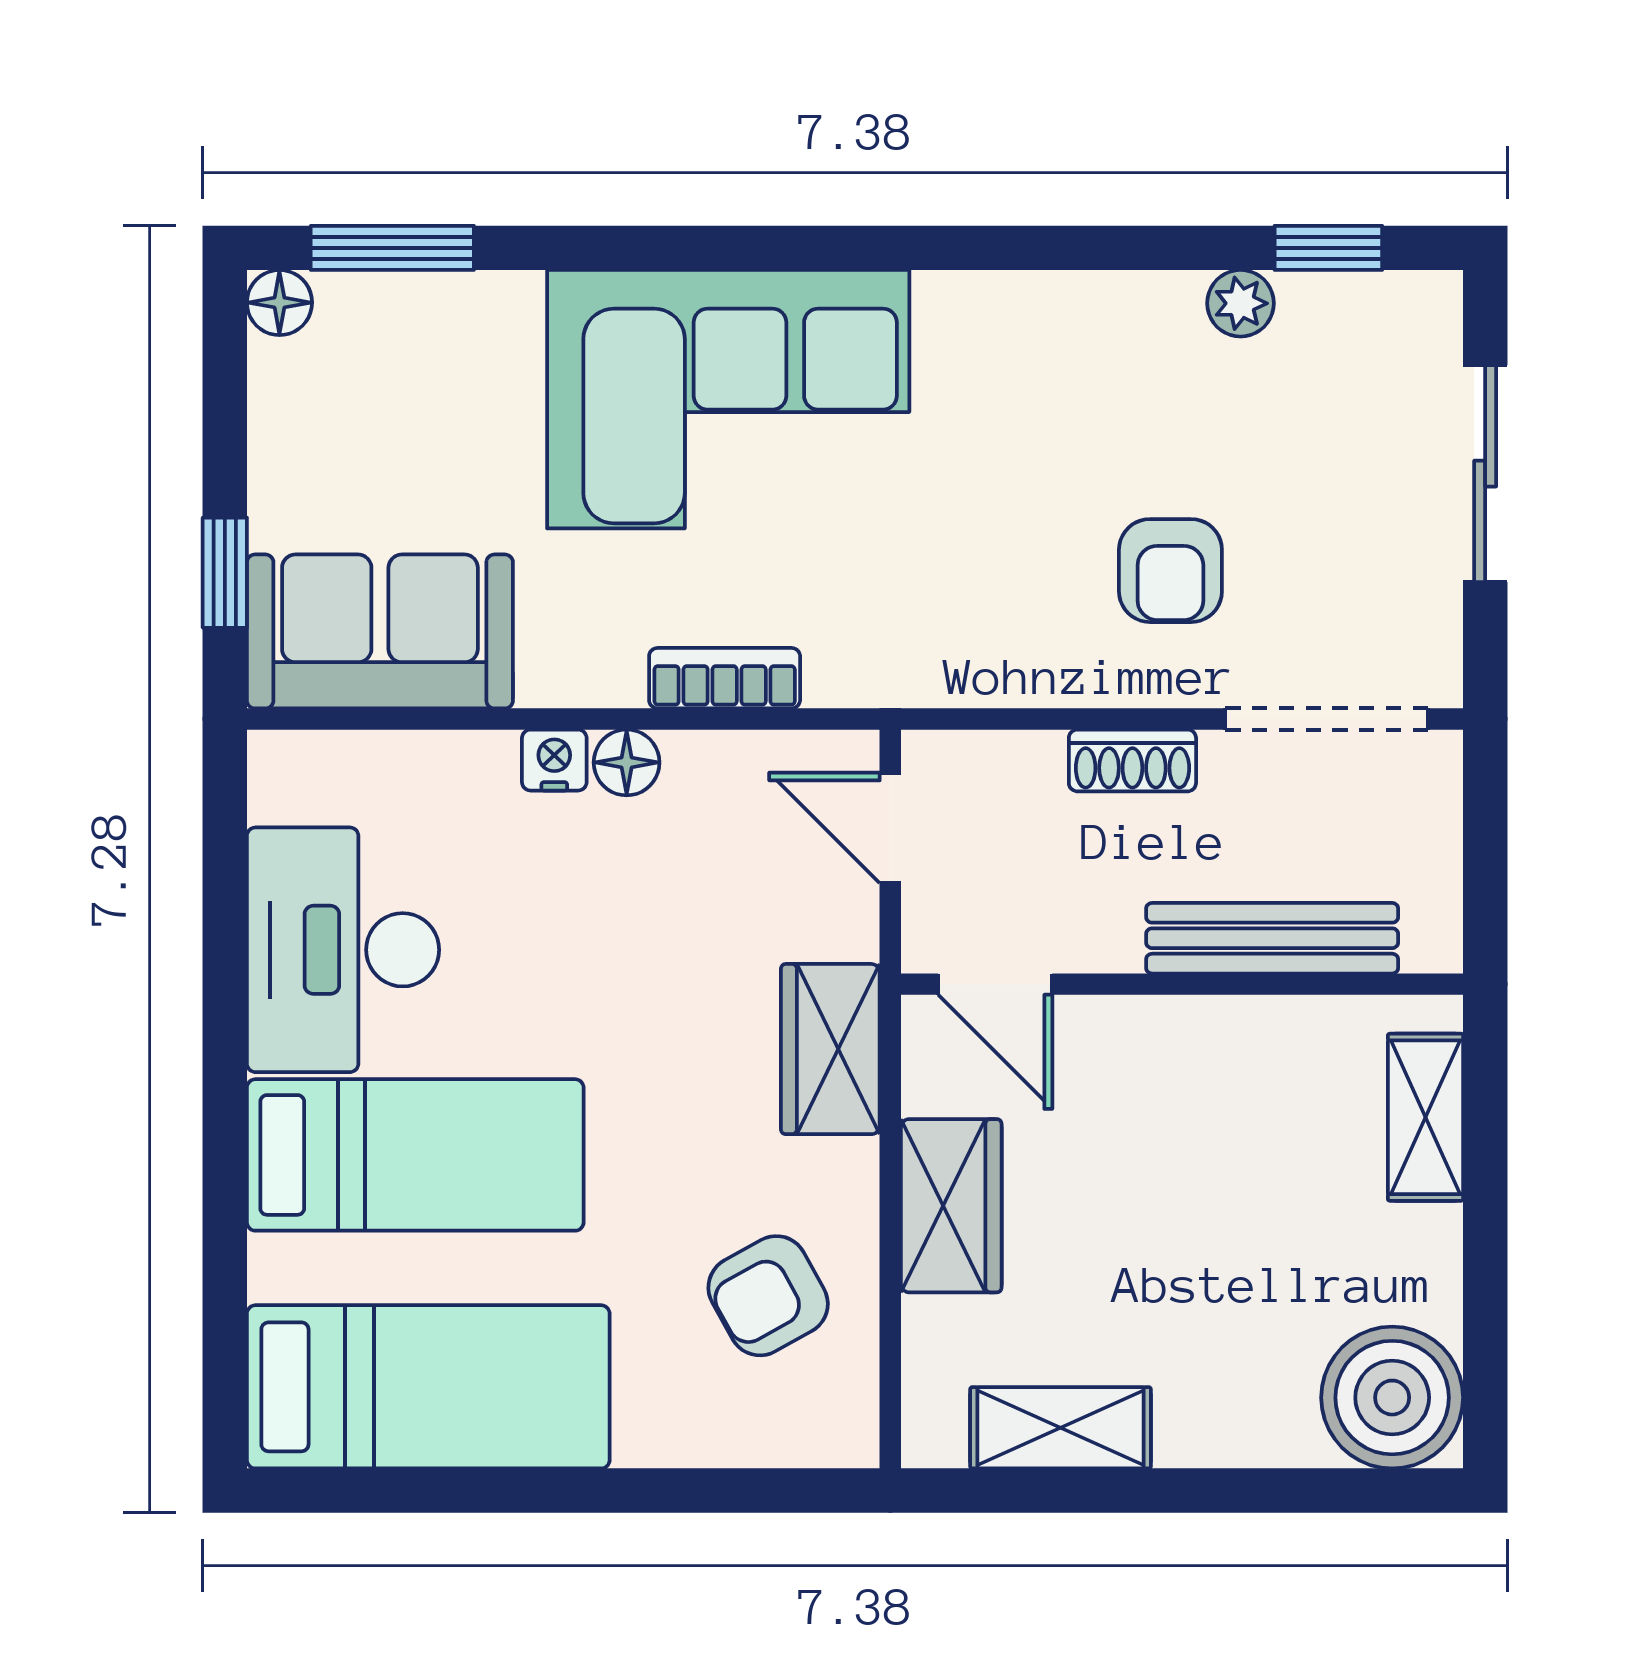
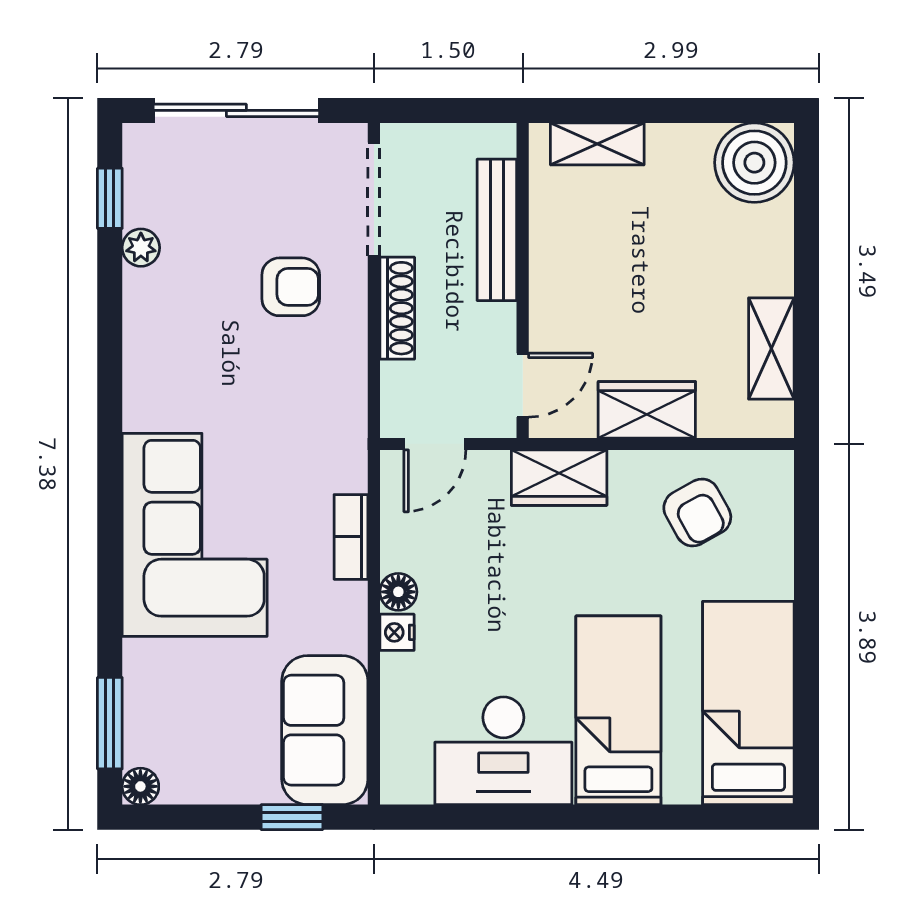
sliding door: (1485, 474) -> (236, 110), width x1.37
shoe rack: (1132, 760) -> (397, 308), width x1.43

